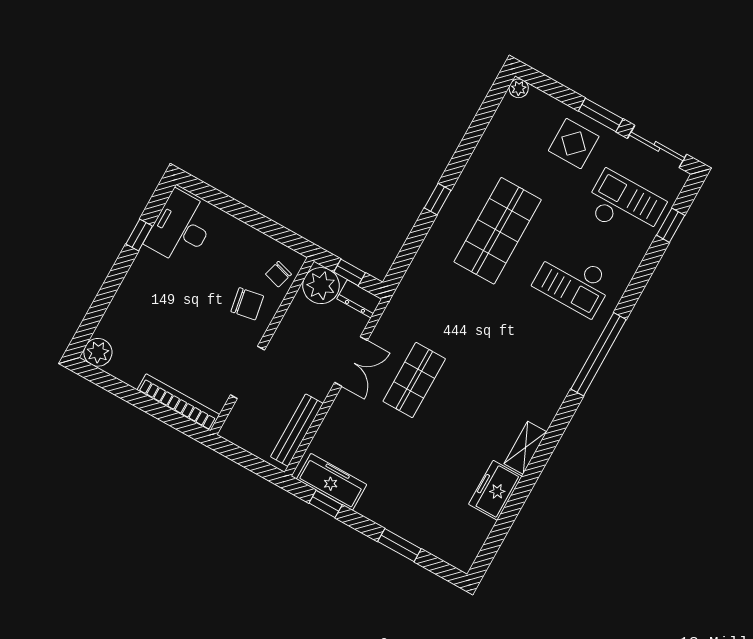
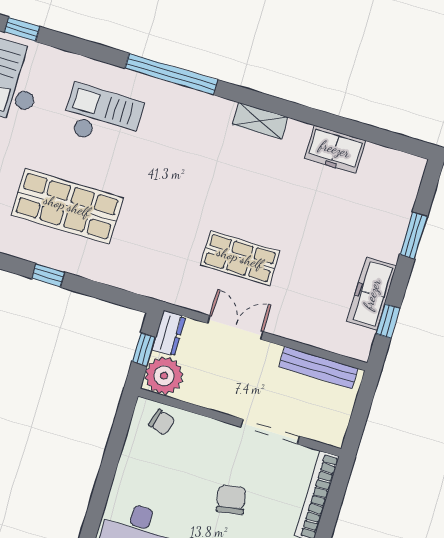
checkout: (573, 282) -> (102, 117), turned -90
chair: (247, 304) -> (231, 499), moved
shelving: (525, 448) -> (260, 121), moved
freezer: (332, 482) -> (372, 294), moved

